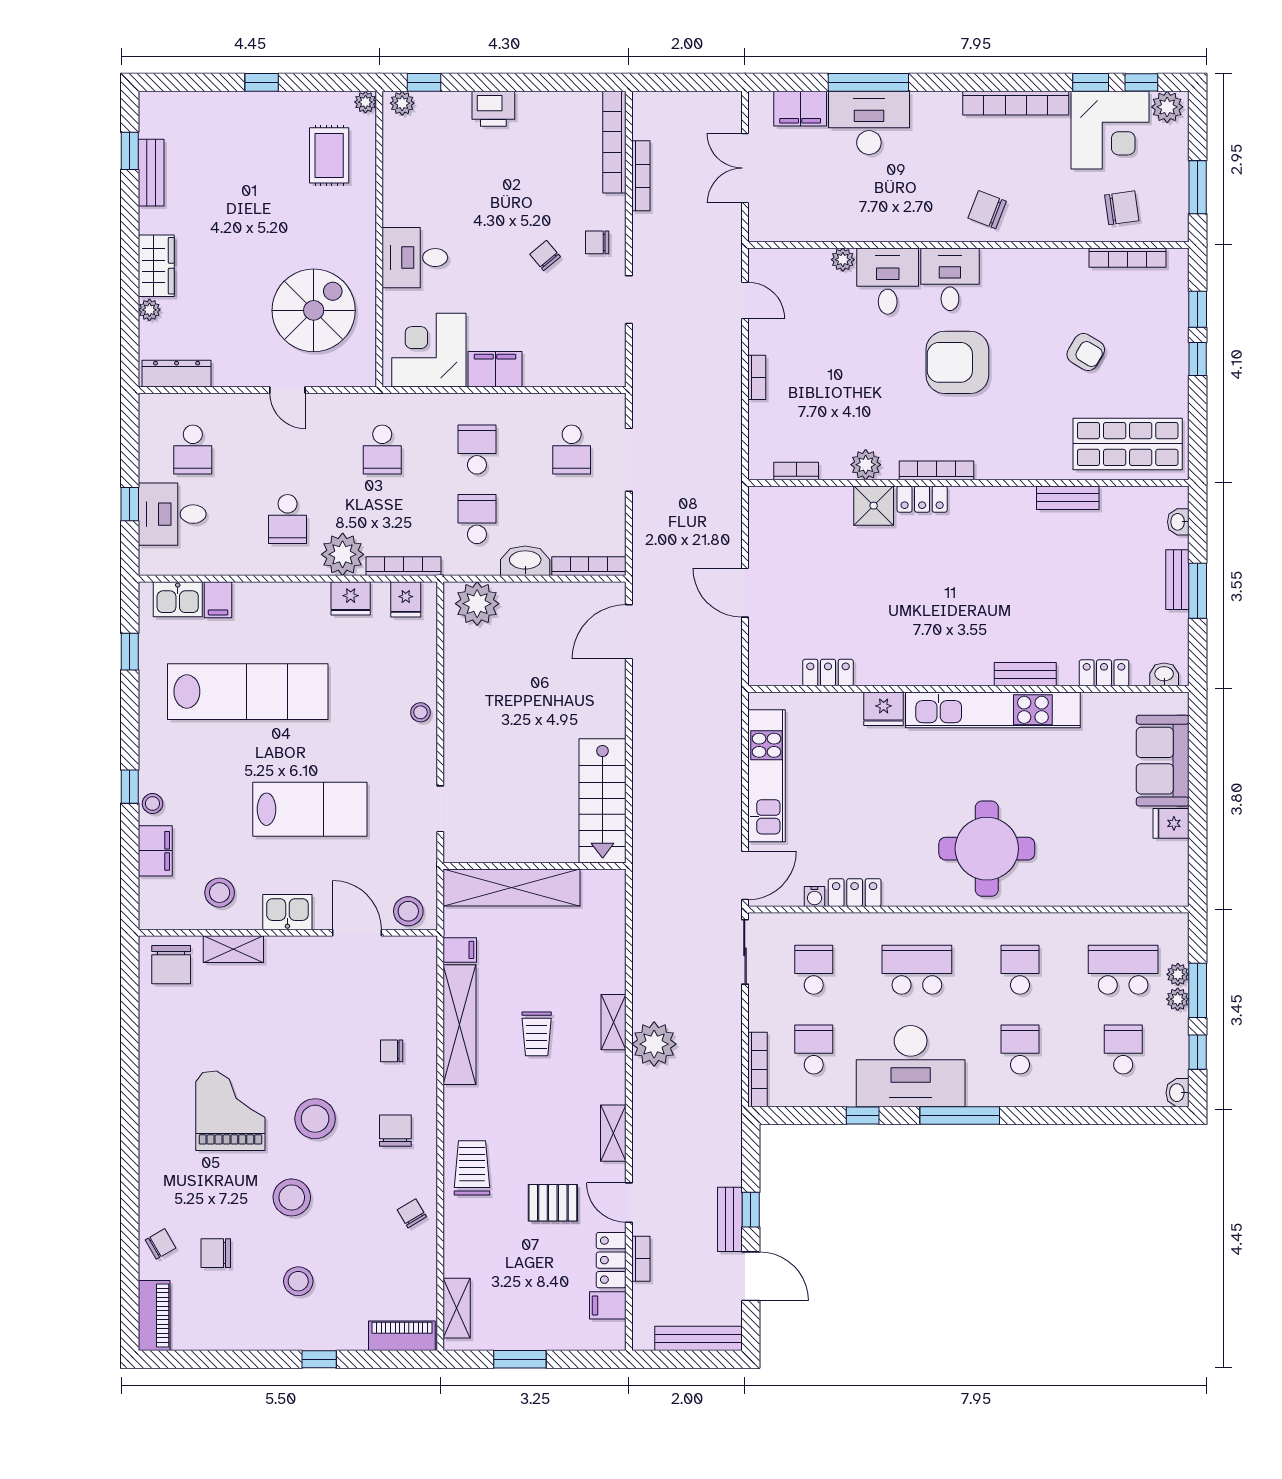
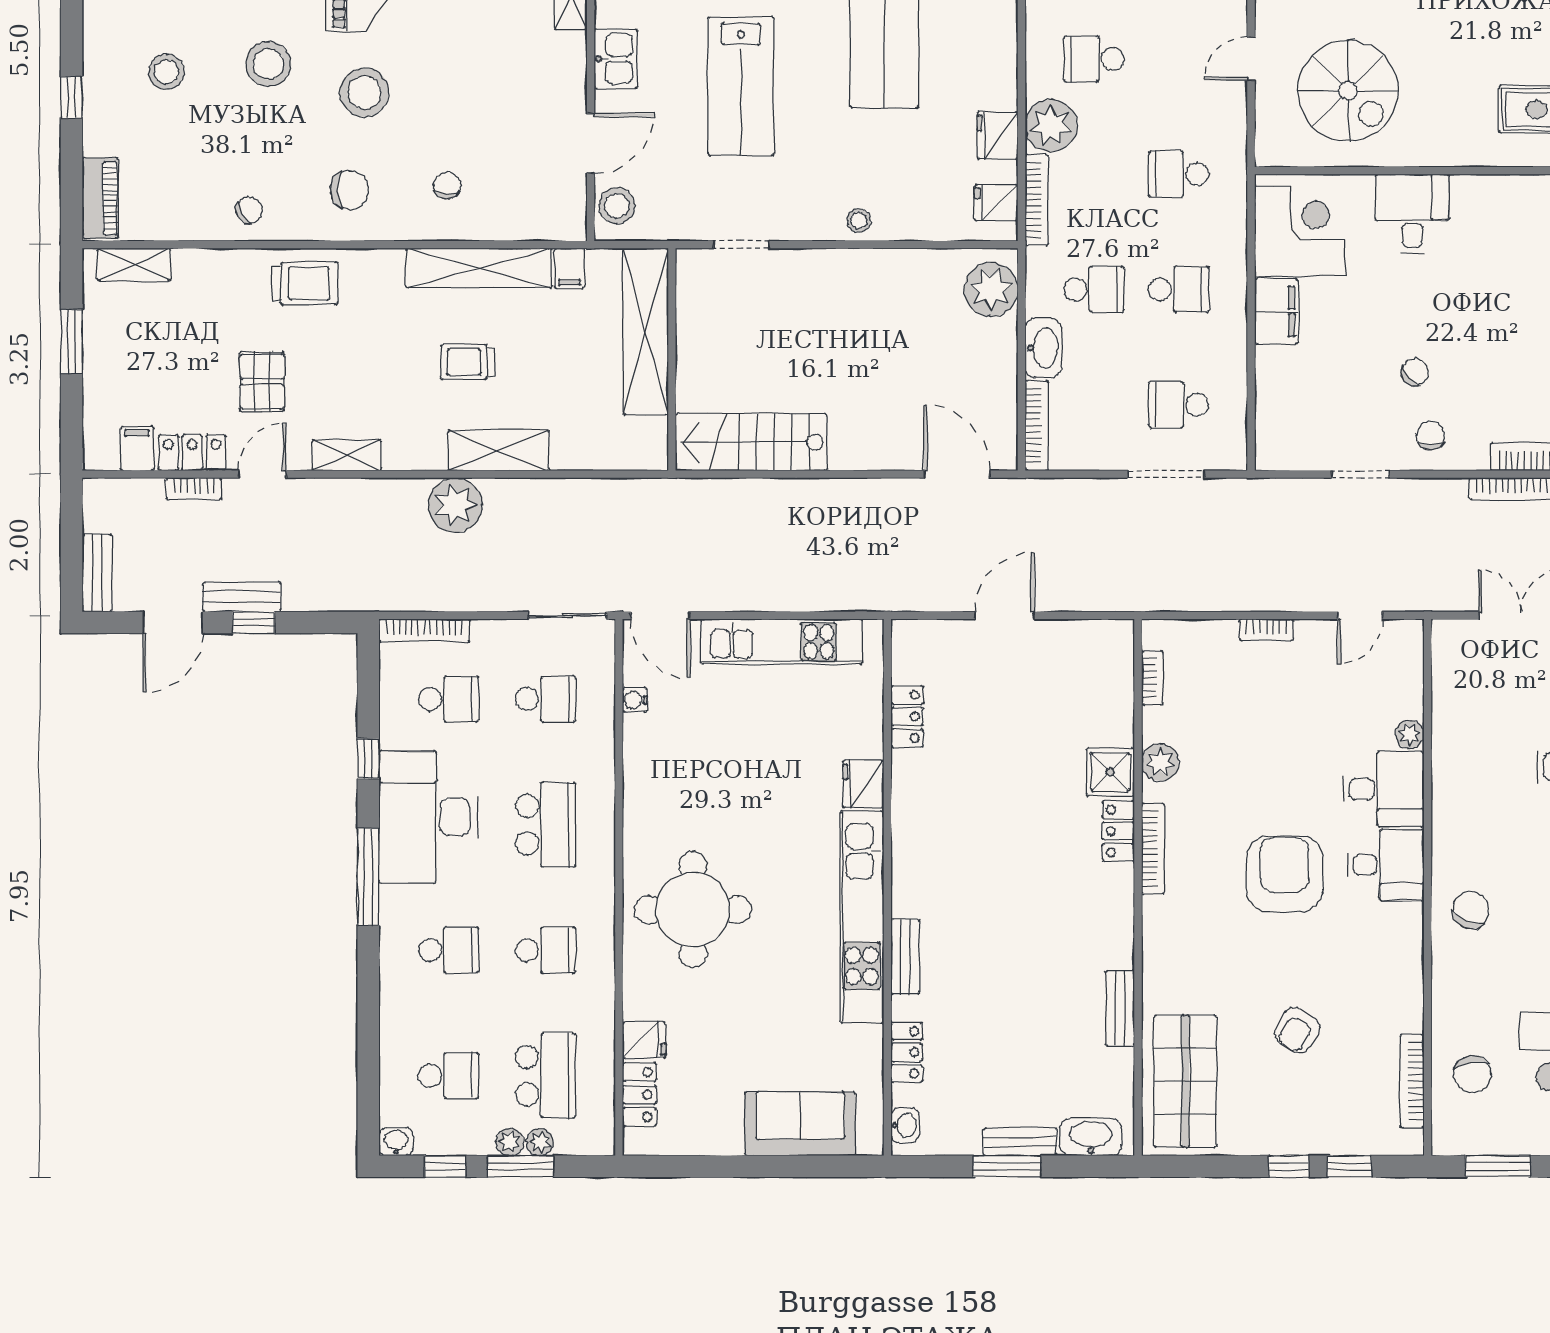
washbasin: (1178, 522) -> (1091, 1137), width x1.91, depth x1.45
fridge: (1171, 823) -> (644, 1040), moved, turned 90
locker: (855, 893) -> (639, 1095), moved
shelving: (614, 1022) -> (499, 450), width x1.50, depth x1.33
bench: (698, 1338) -> (97, 573), width x0.73

